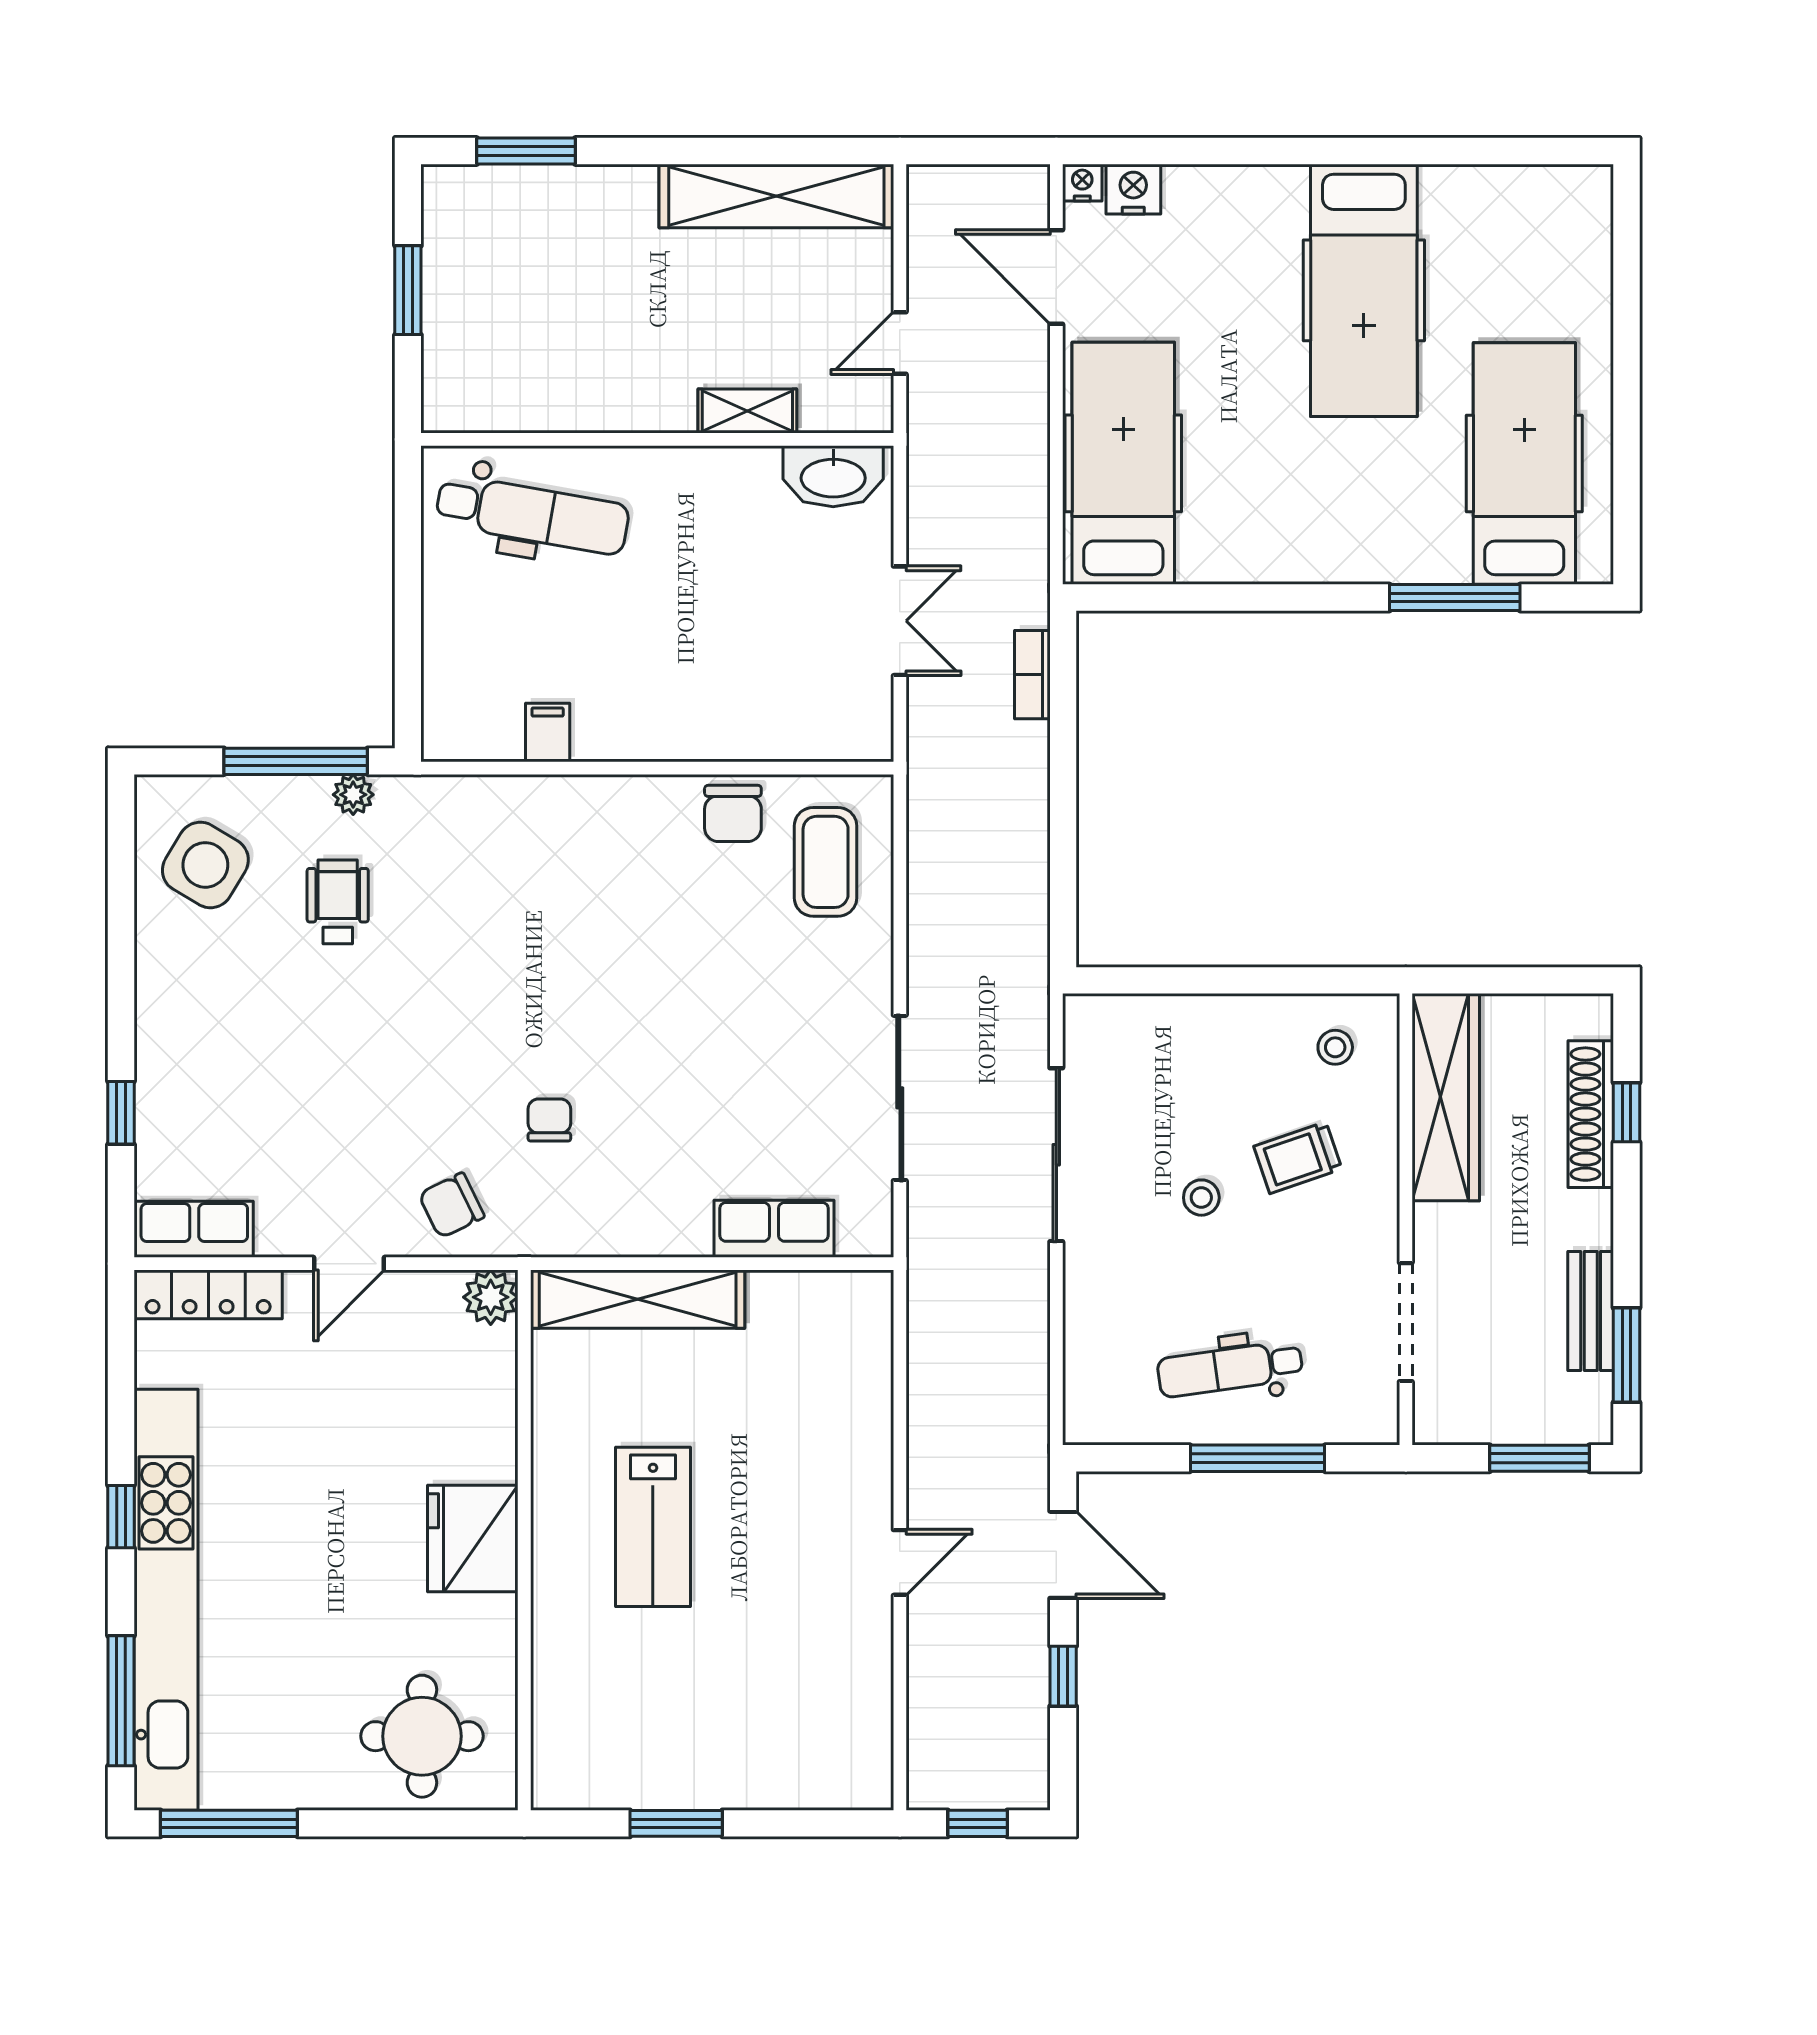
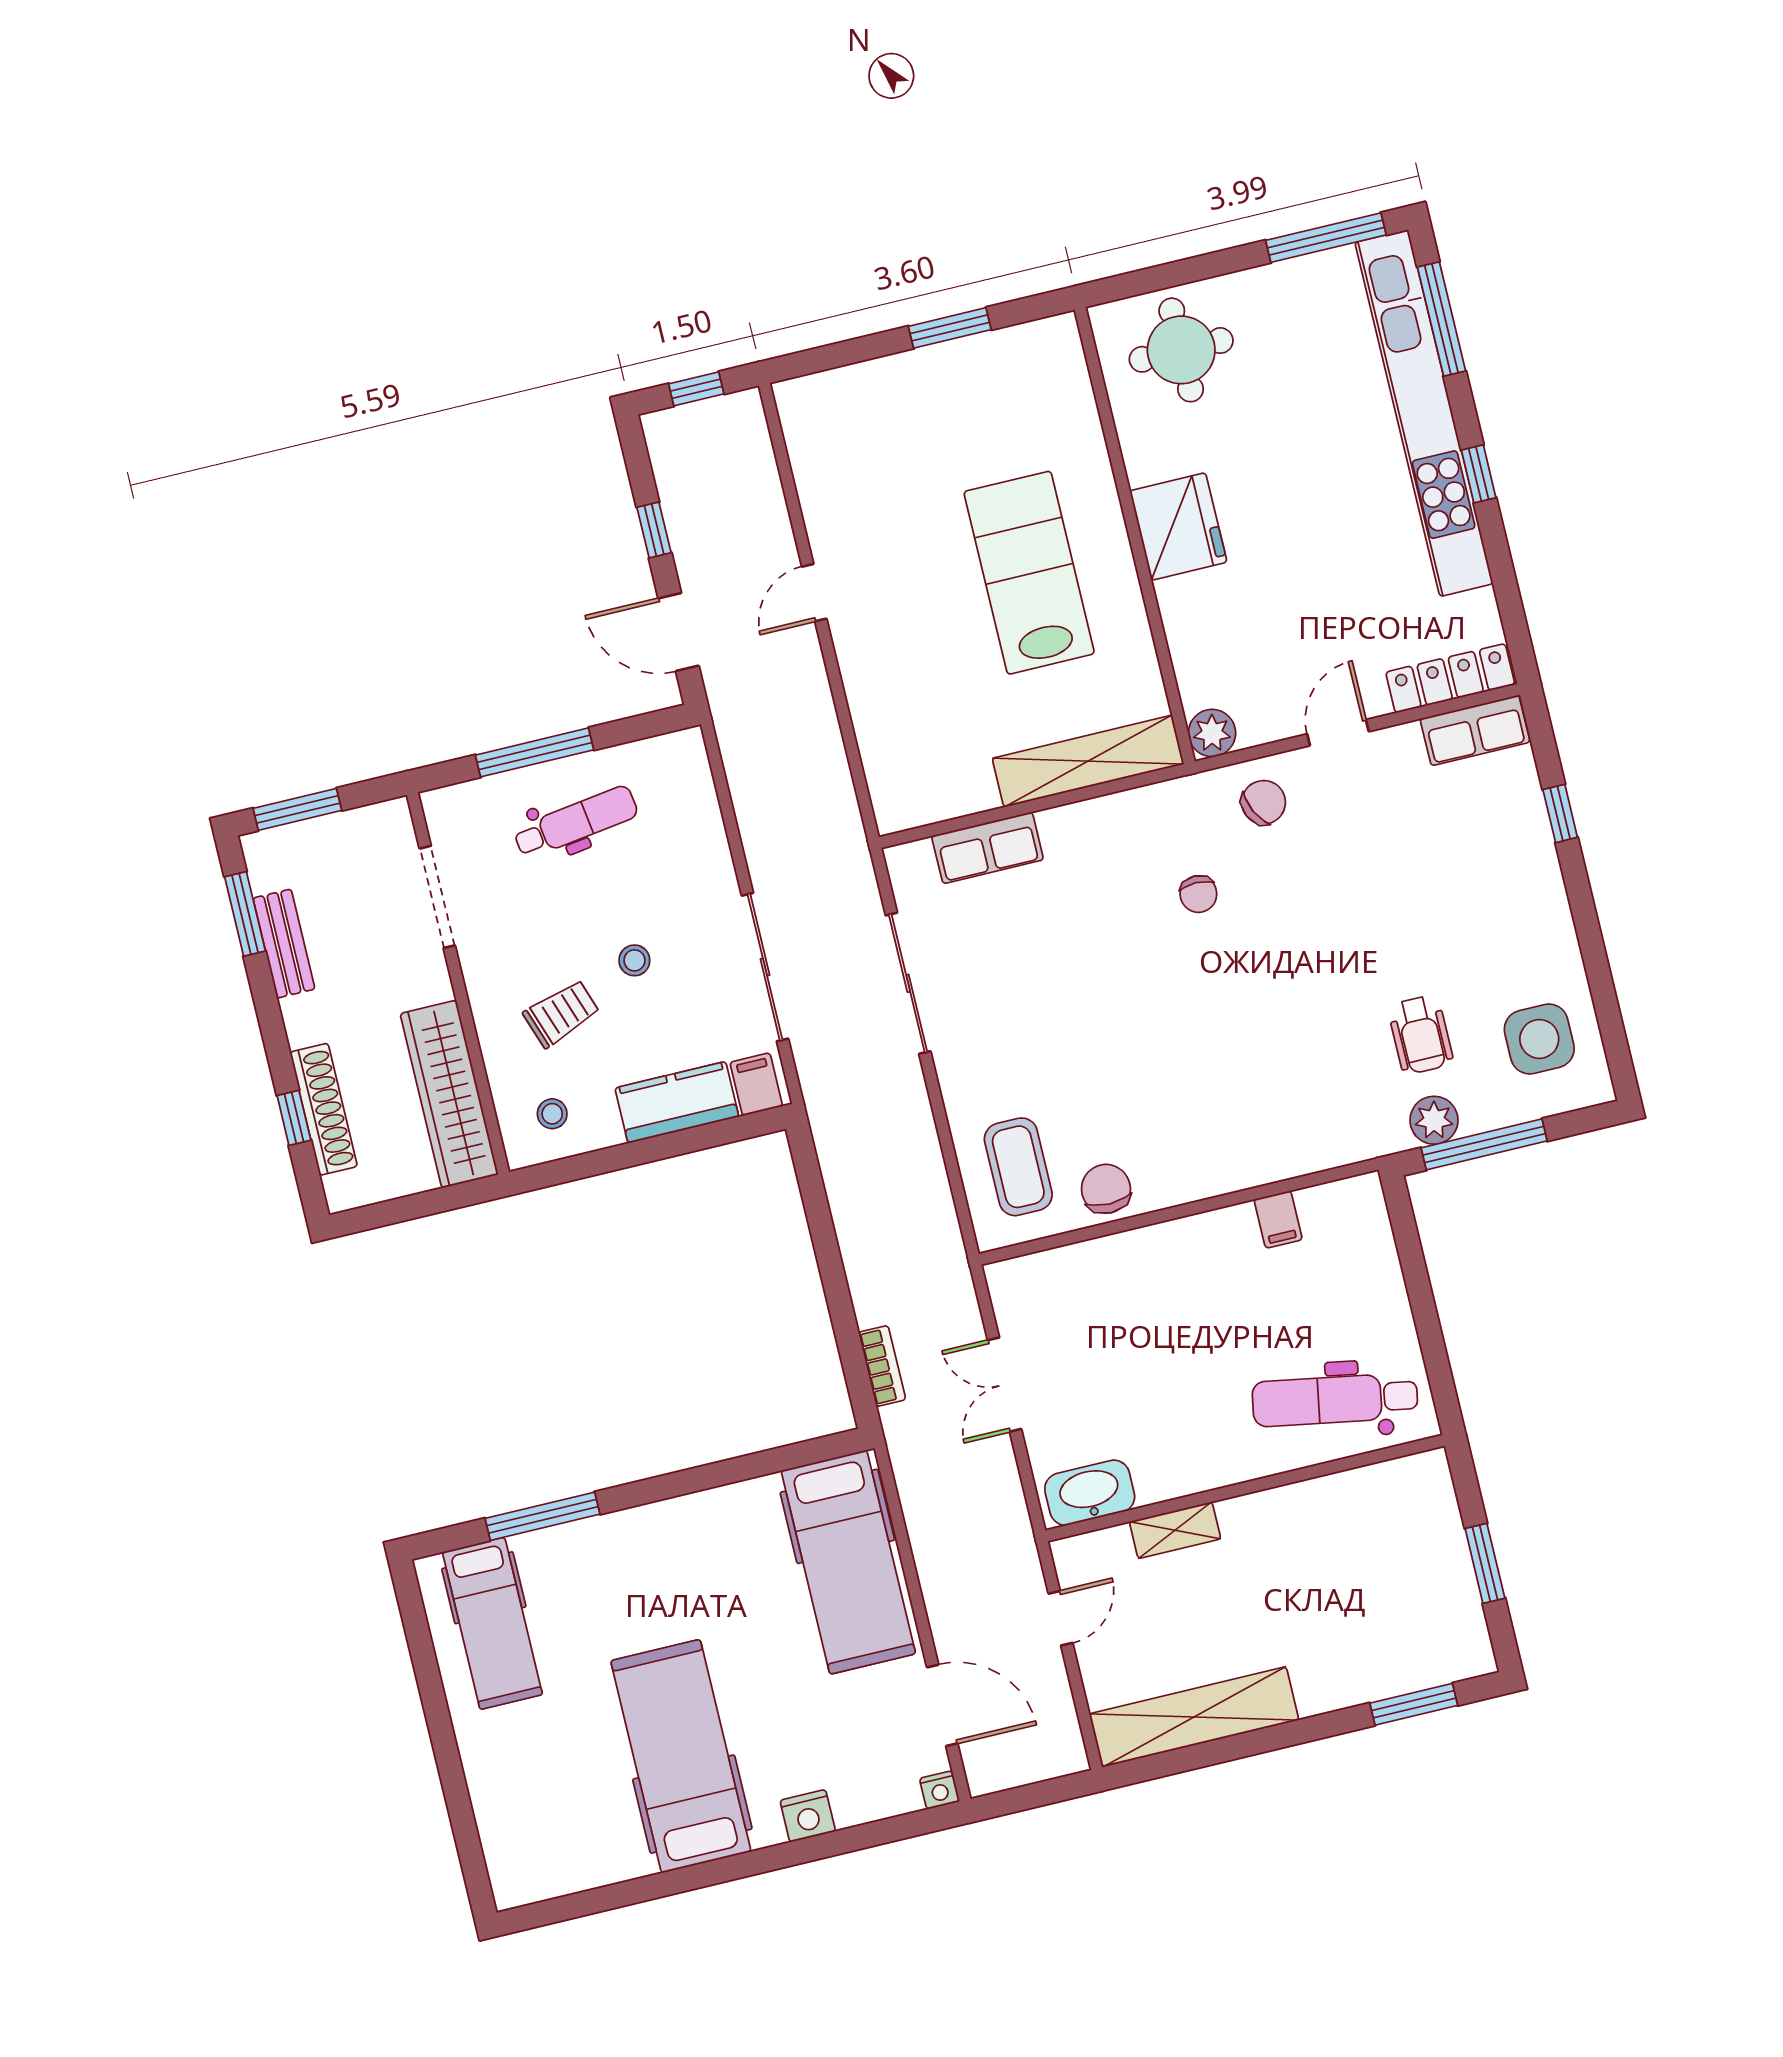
nightstand: (1133, 189) -> (808, 1816), moved
hospital bed: (1524, 464) -> (492, 1623), width x0.73, depth x0.78
plant: (353, 795) -> (1434, 1120), width x1.38, depth x1.38
side table: (205, 865) -> (1539, 1039), turned -31
filing cabinet: (1098, 1025) -> (756, 1084), added
kitchen counter: (1192, 1026) -> (677, 1102), added
lab bench: (653, 1527) -> (1029, 573), width x1.36, depth x1.39

